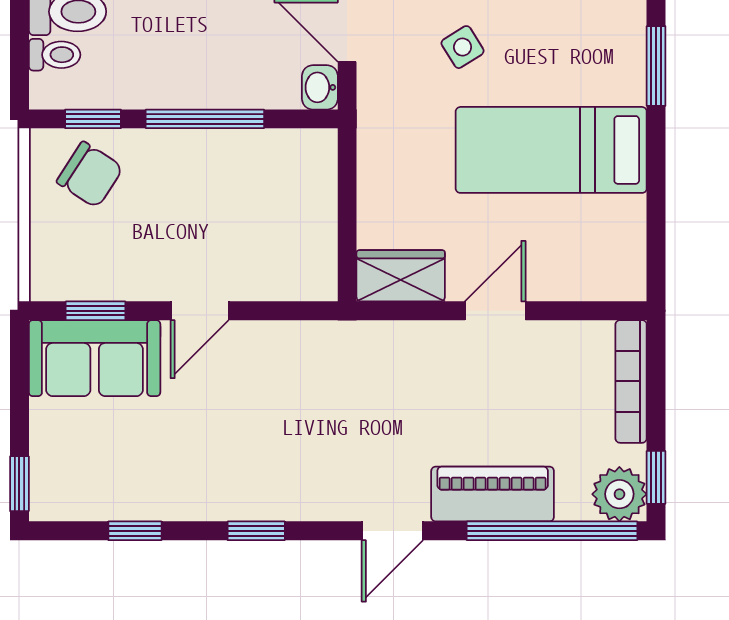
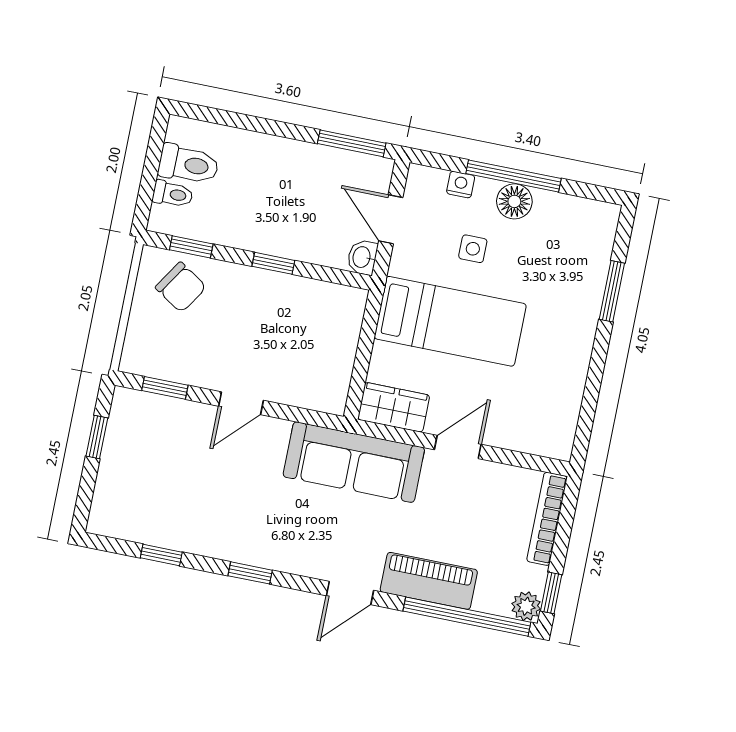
side table: (463, 47) -> (473, 249), turned 32
window: (205, 119) -> (273, 263), width x0.46
bed: (551, 150) -> (450, 321), moved, turned 180
sofa: (95, 358) -> (354, 462), moved, width x1.36
window: (19, 484) -> (97, 437), moved
plant: (619, 494) -> (526, 606), width x0.73, depth x0.73

